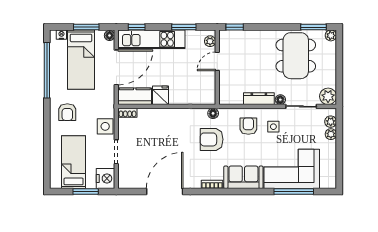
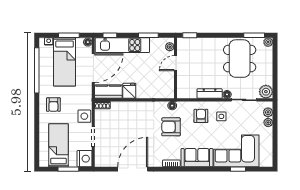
window: (294, 191) -> (238, 169), width x0.46

